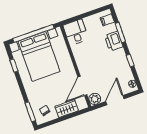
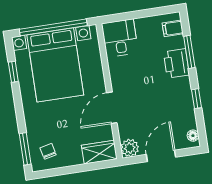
door: (82, 86) -> (112, 108), moved
wardrobe: (67, 109) -> (99, 152), moved

